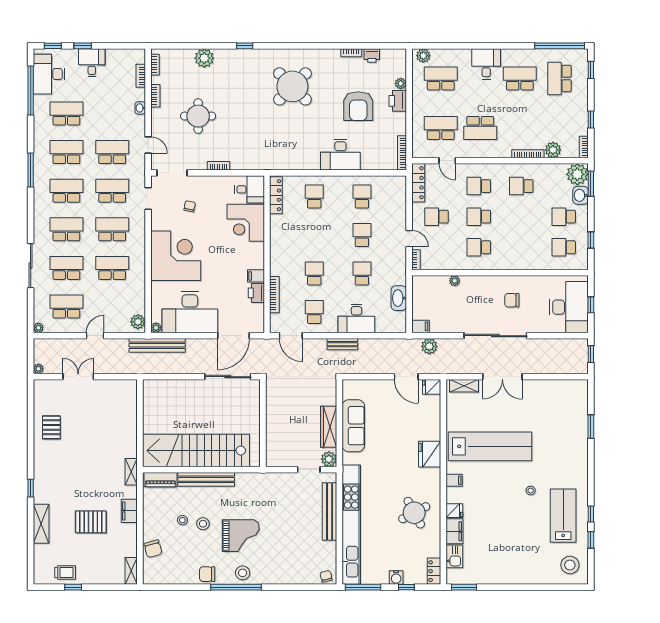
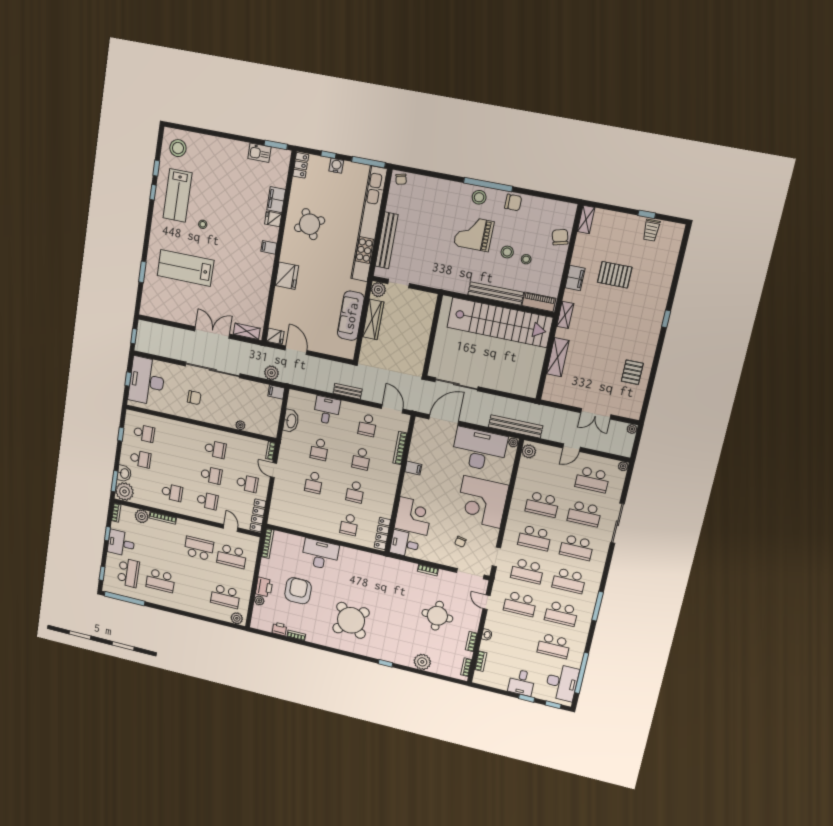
desk: (486, 64) -> (121, 543), moved, turned 90
school desk: (362, 197) -> (355, 492), moved
printer: (256, 293) -> (416, 453), removed
desk: (356, 318) -> (327, 410), width x0.73
lab bench: (490, 446) -> (186, 268), moved, width x0.73
shelving: (41, 524) -> (558, 357), moved
kitchen sink: (454, 556) -> (259, 153), moved, turned -90
trolley: (65, 573) -> (651, 230), turned -90

